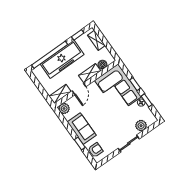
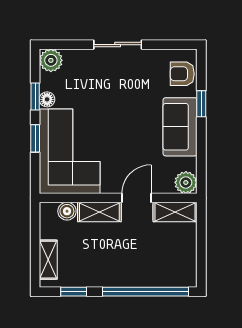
freezer: (62, 59) -> (130, 269), removed
plant: (141, 126) -> (51, 60), moved

